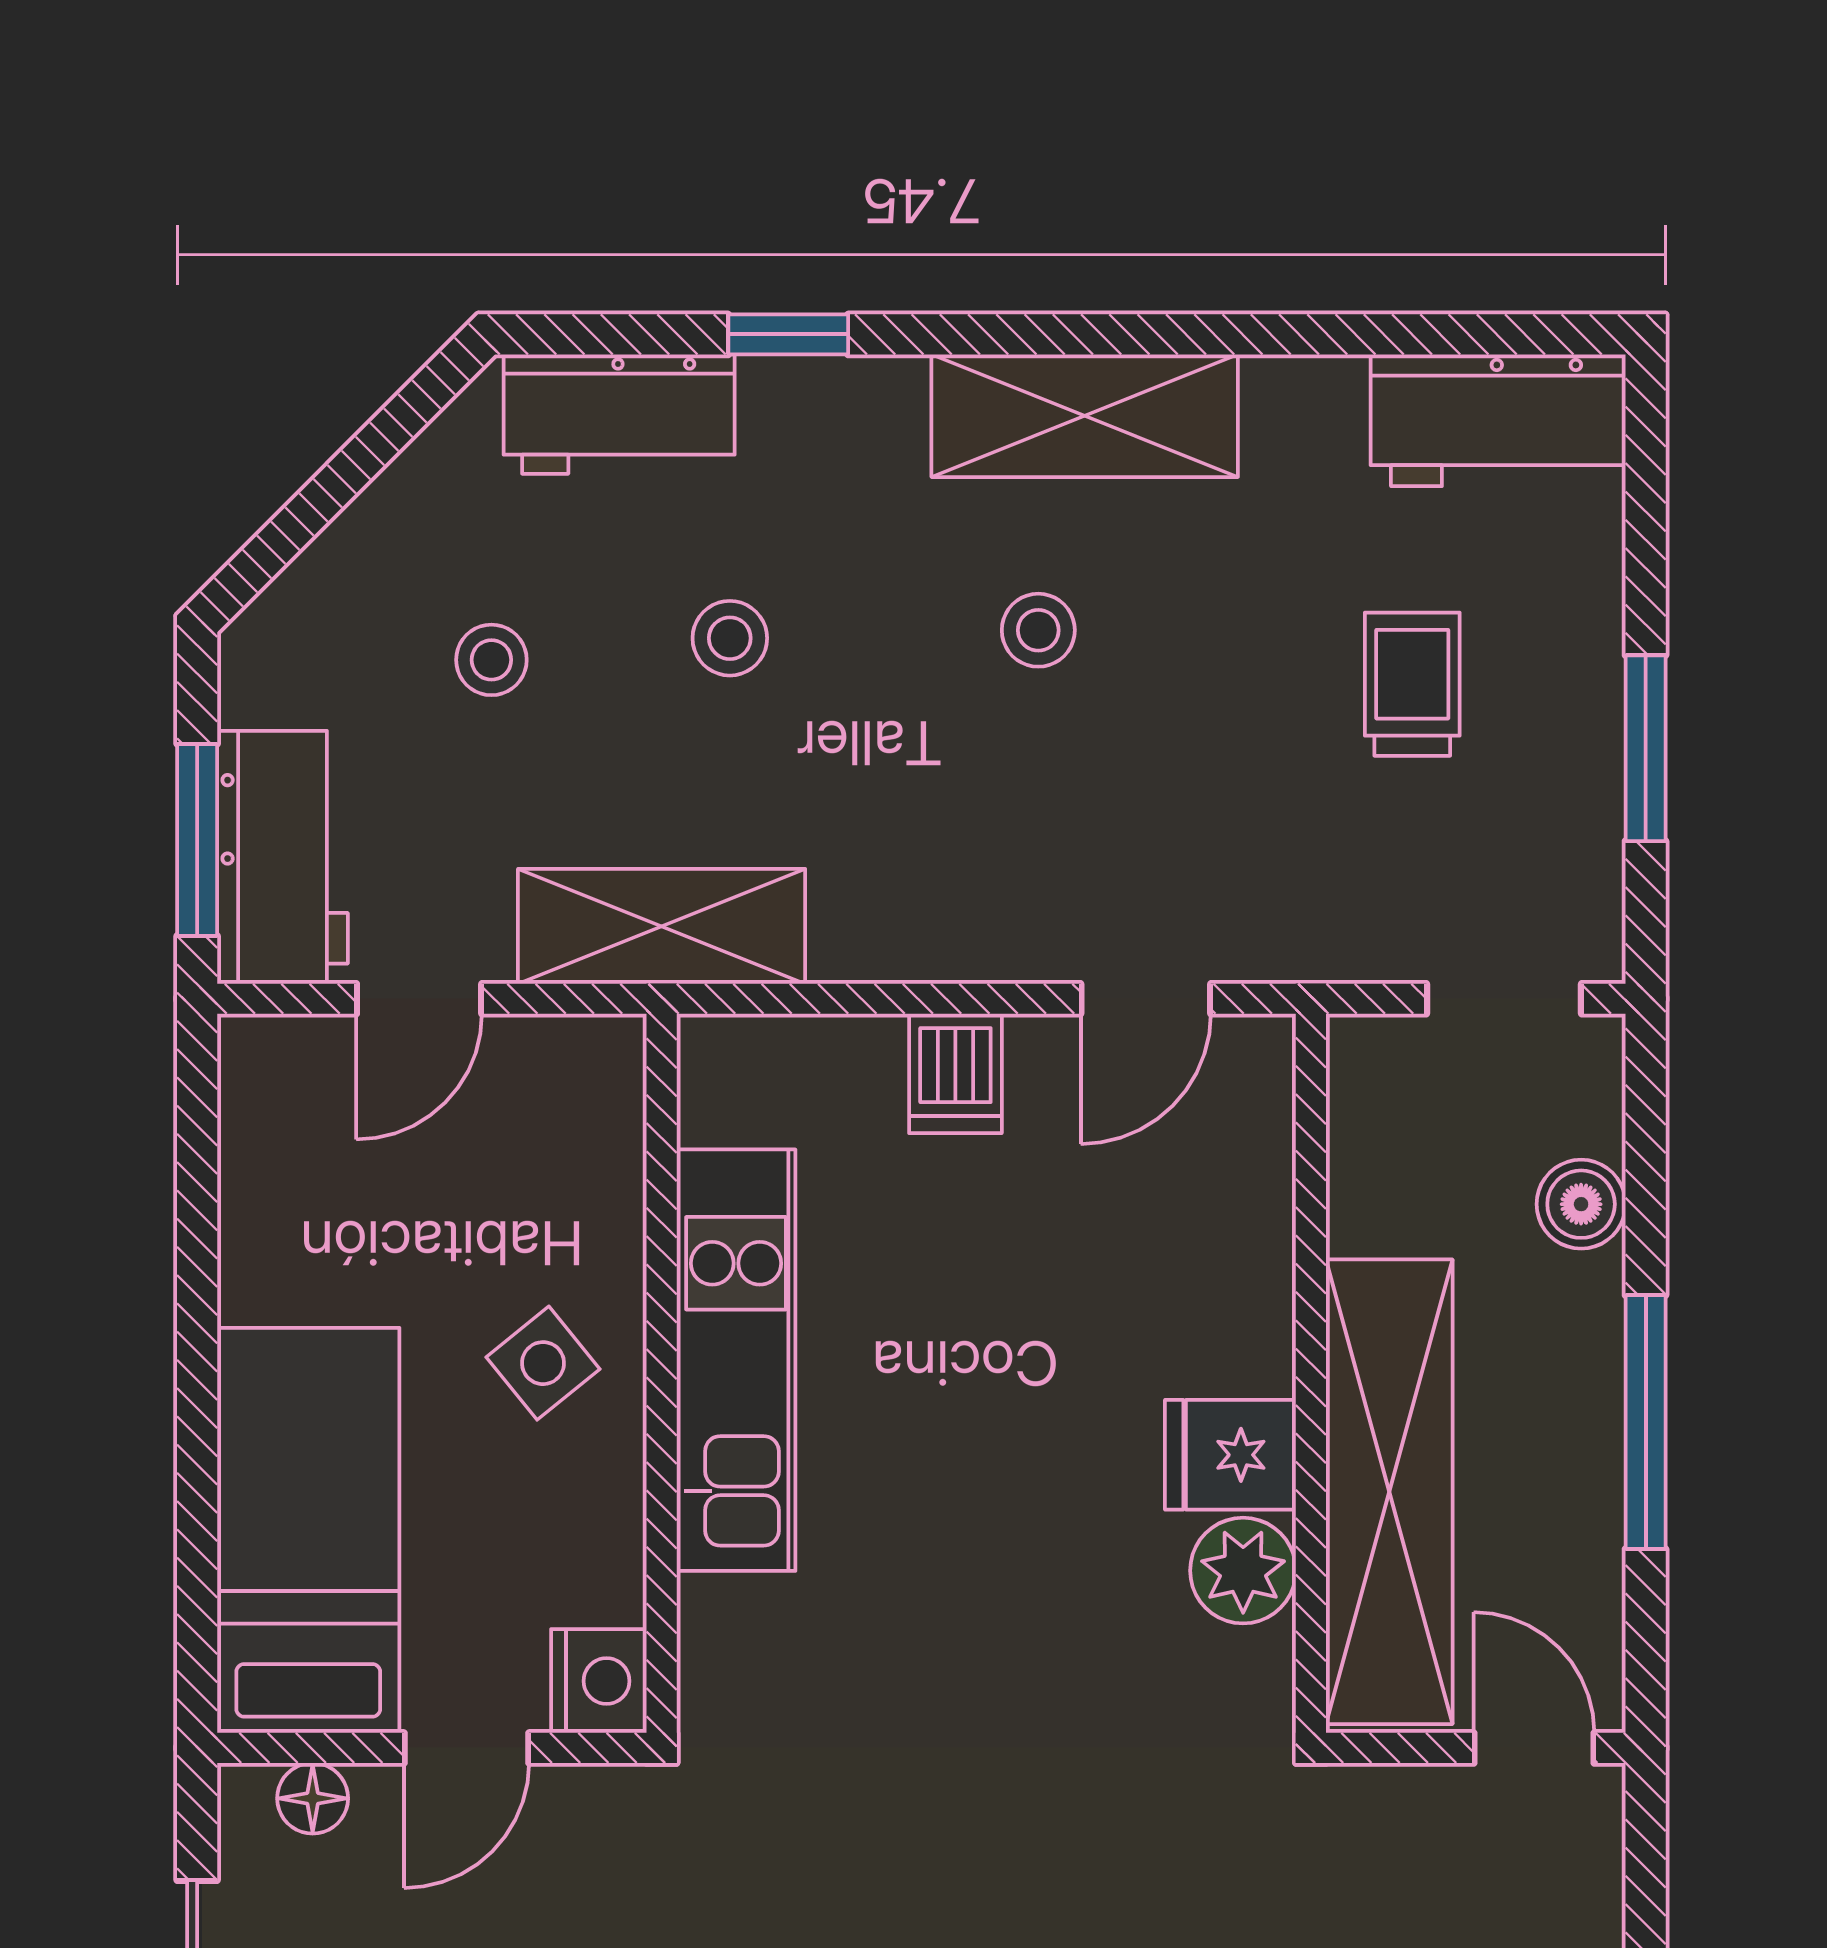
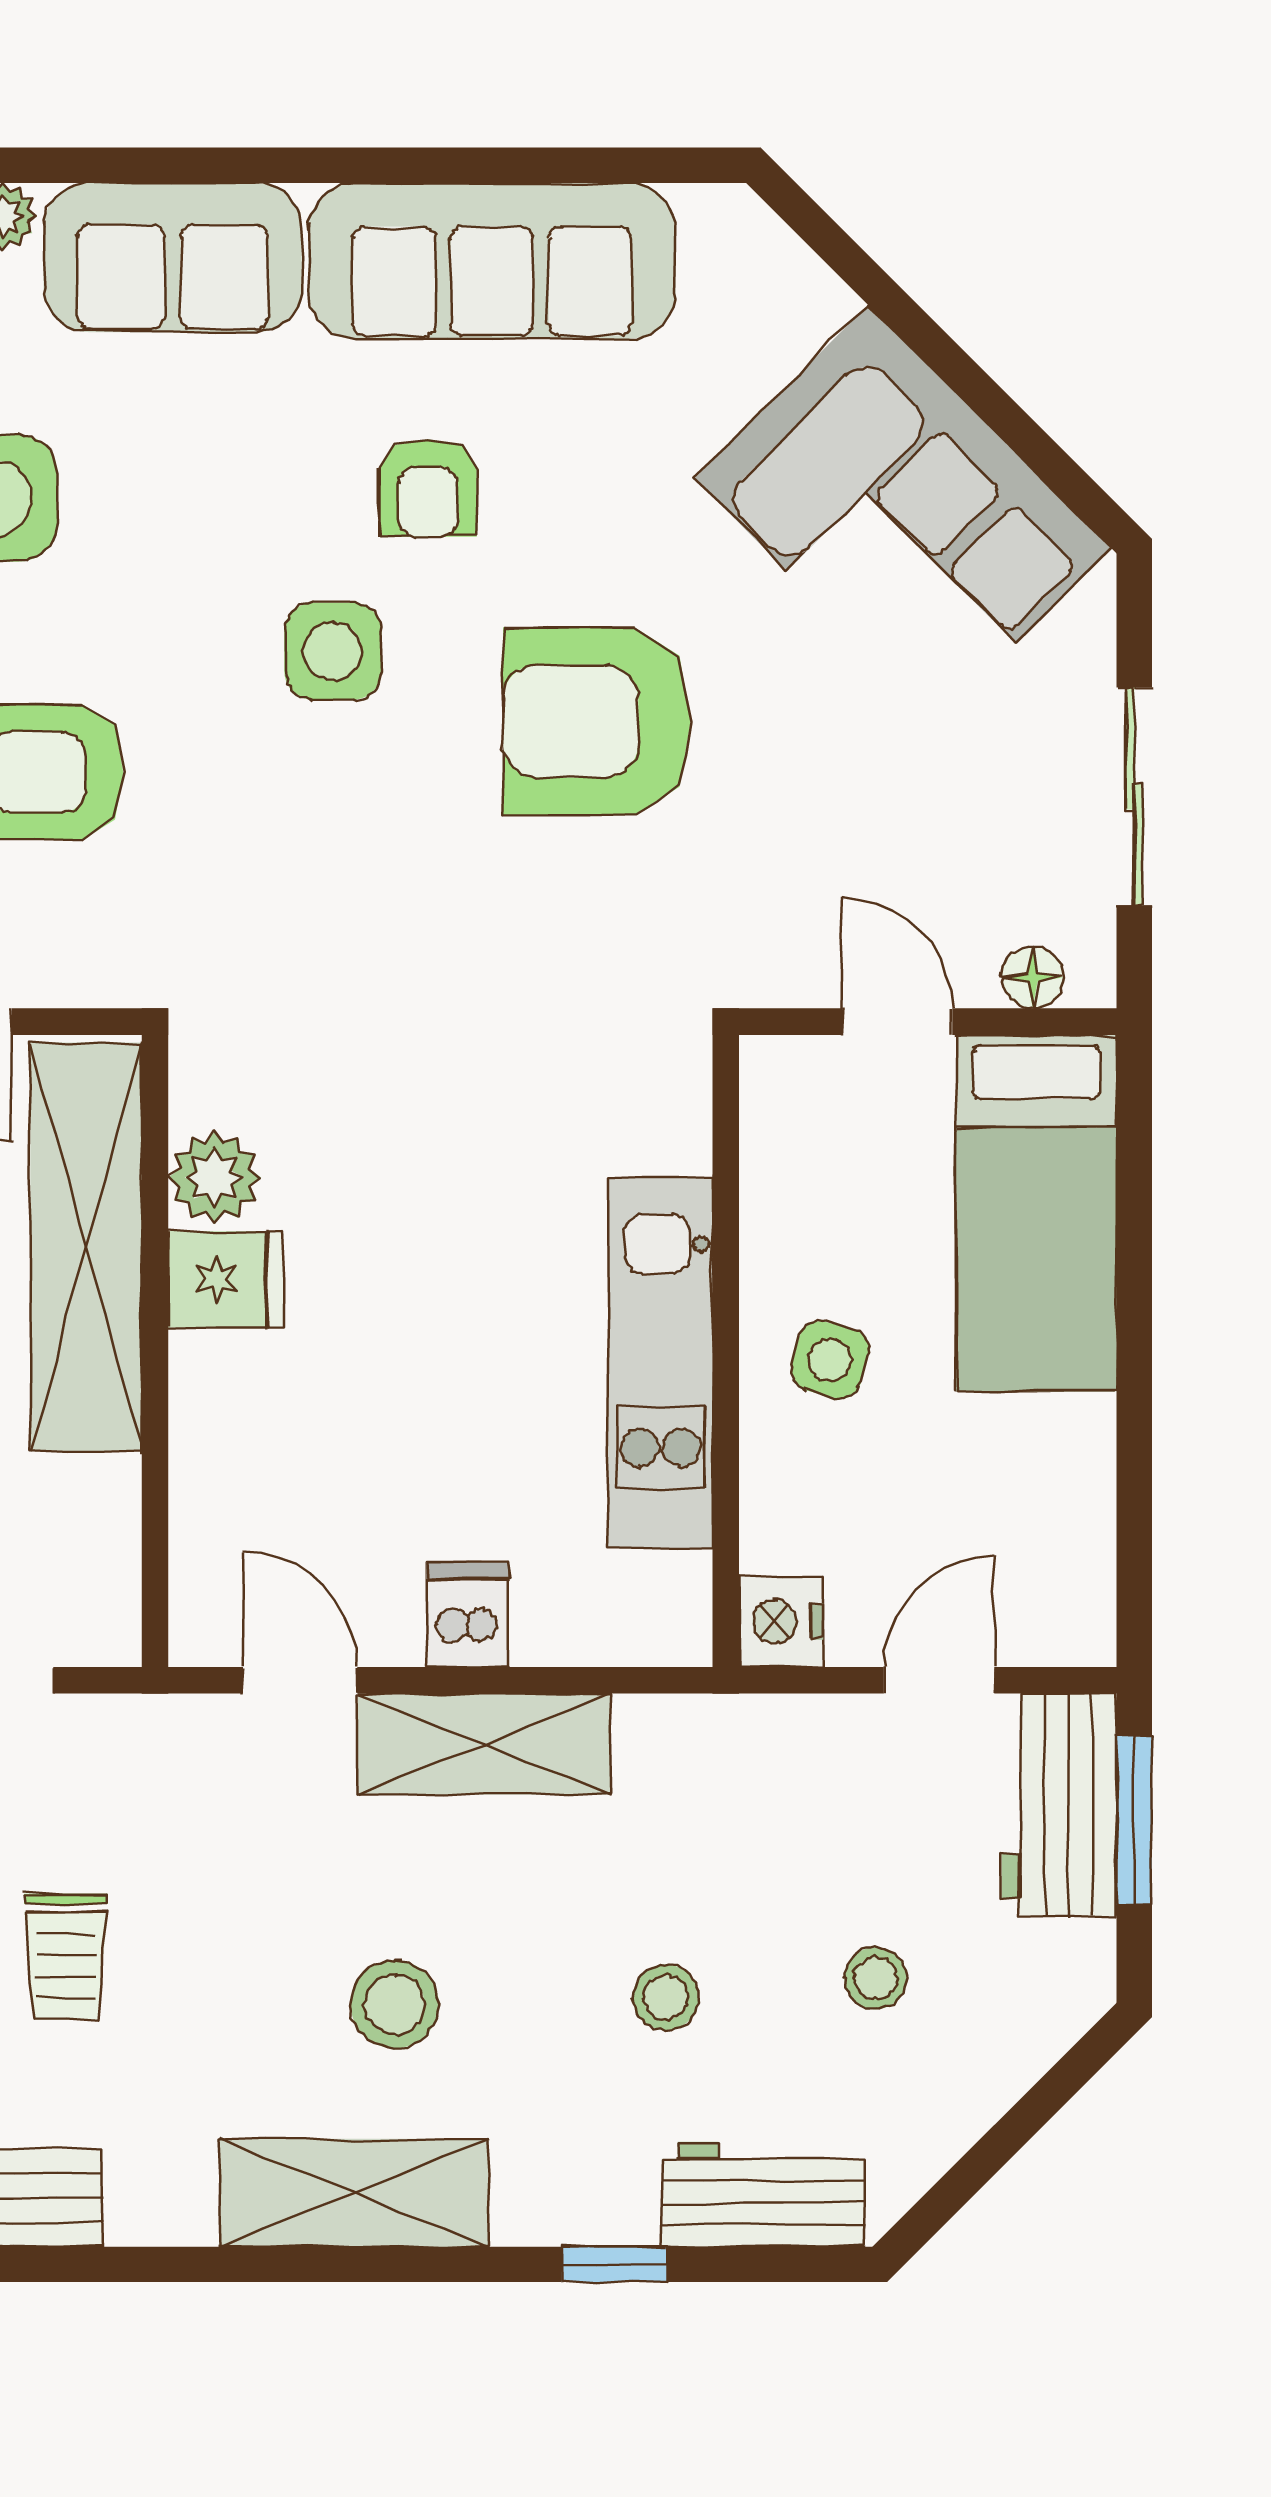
stool: (1038, 630) -> (395, 2004), width x1.37, depth x1.37
shelving: (662, 926) -> (484, 1744), moved
door: (1146, 999) -> (300, 1680), hinge flipped
side table: (543, 1363) -> (830, 1360), turned -36
nightstand: (599, 1681) -> (781, 1621), moved
door: (467, 1748) -> (897, 1022), hinge flipped

